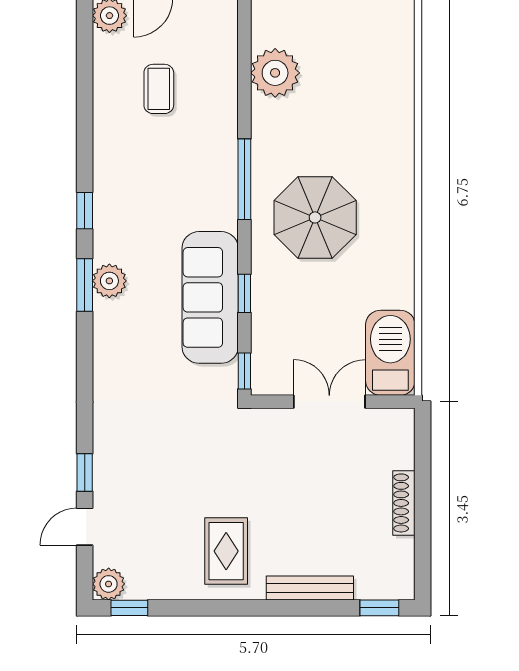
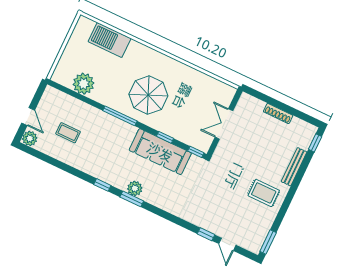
barbecue: (390, 353) -> (110, 40), moved
plant: (109, 584) -> (255, 246), removed
window: (129, 608) -> (268, 242), width x1.50

